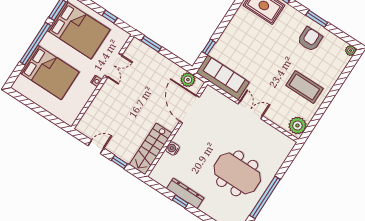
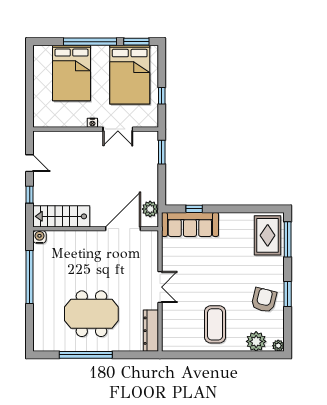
armchair: (310, 39) -> (264, 300), turned -76
sofa: (223, 78) -> (190, 224), moved, turned 90
plant: (297, 126) -> (256, 341), moved
water cooler: (172, 149) -> (39, 237), moved
meeting table: (237, 173) -> (91, 314), turned 90
dresser: (185, 193) -> (151, 331), moved, turned 180
window: (180, 202) -> (30, 277), width x3.17

